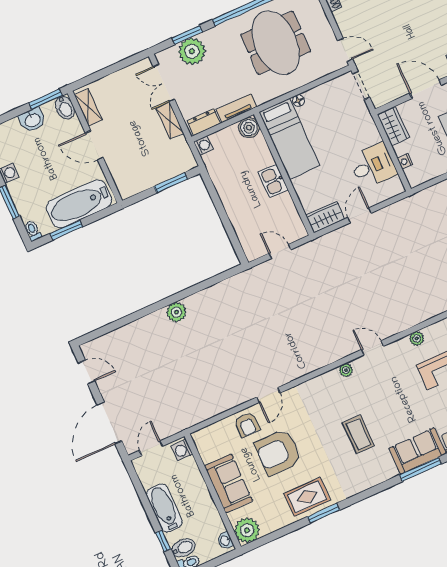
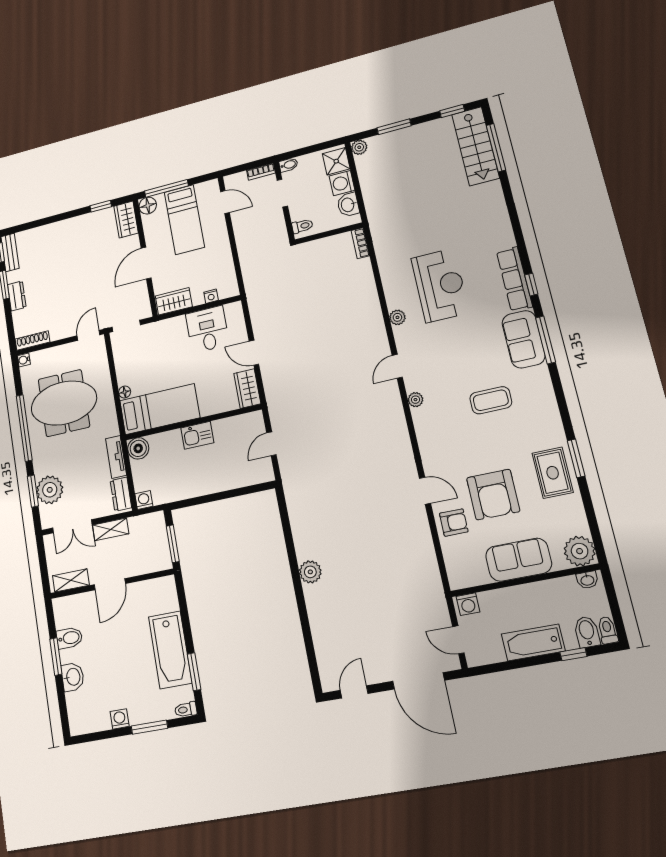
shelving: (88, 107) -> (71, 580), moved
door: (94, 145) -> (110, 584), moved
wall: (95, 147) -> (112, 584), moved

